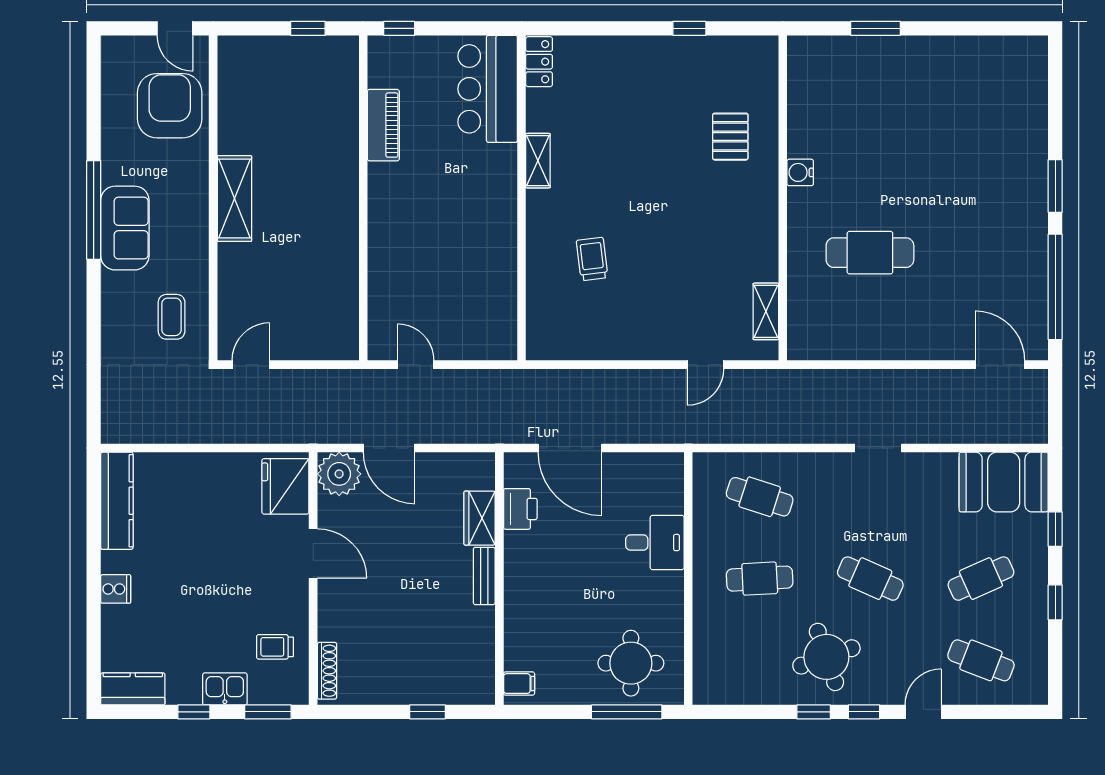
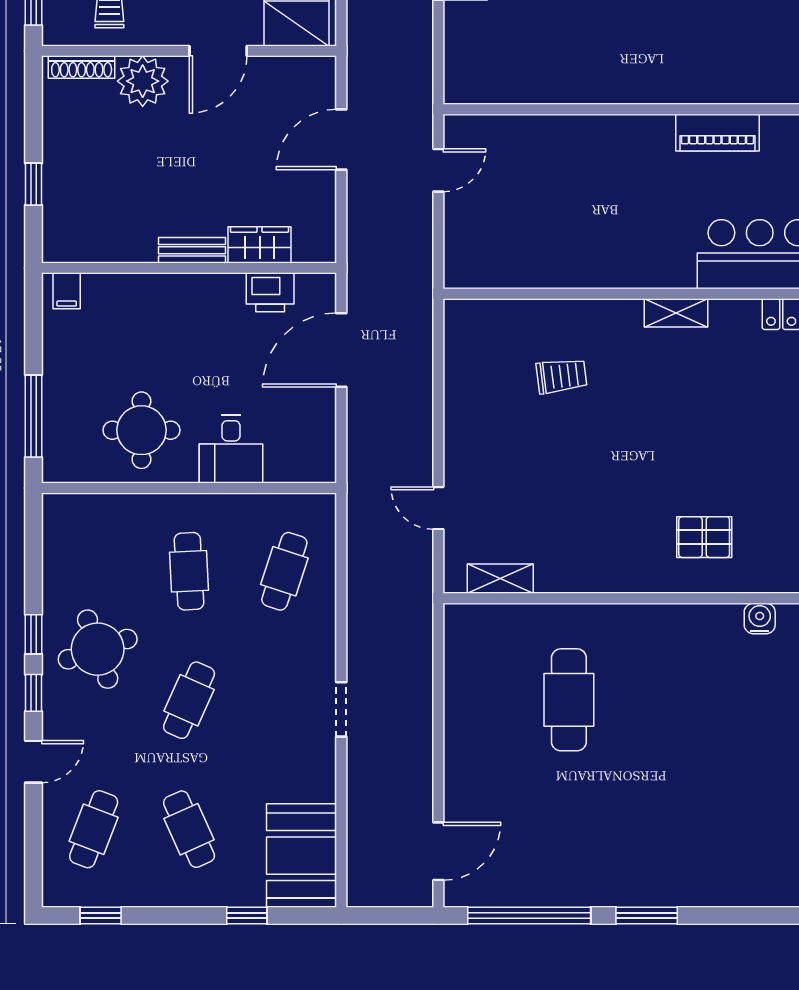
water cooler: (800, 172) -> (760, 618), moved
plant: (339, 474) -> (143, 81), moved
window: (1055, 602) -> (101, 916), moved
round table: (631, 663) -> (141, 430), moved
door: (923, 712) -> (34, 762), hinge flipped

